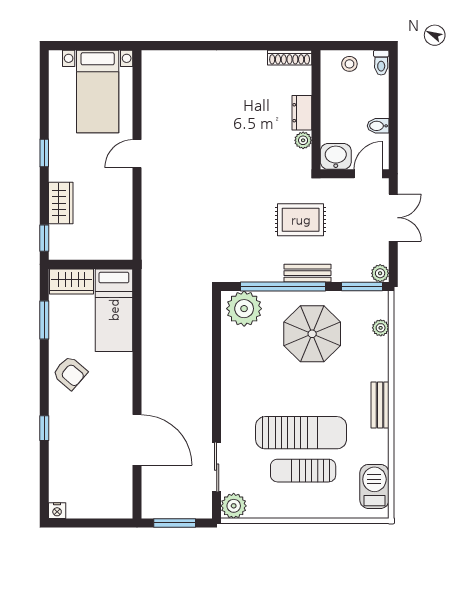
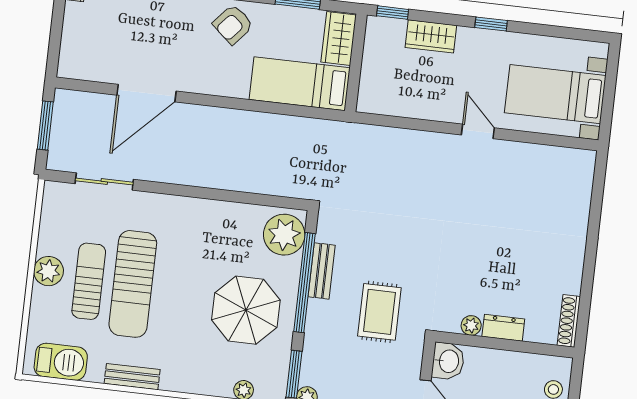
bench: (308, 273) -> (322, 271), moved
bench: (380, 405) -> (132, 377), moved
plant: (234, 506) -> (49, 271), moved

